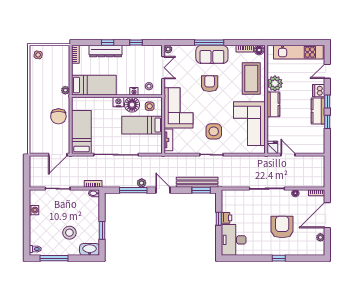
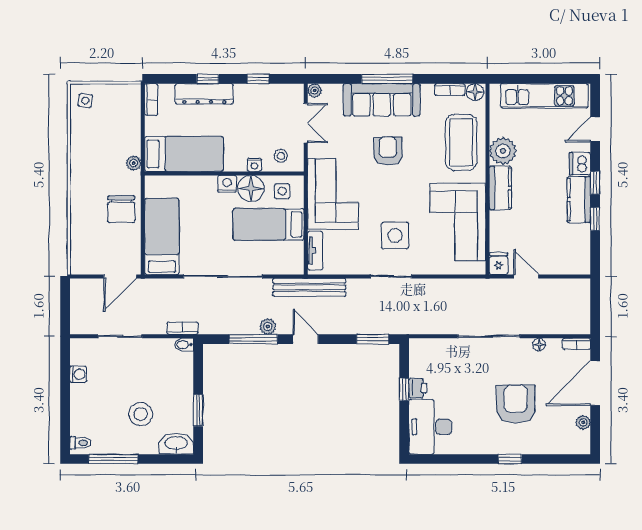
sofa: (212, 54) -> (382, 100), width x1.36
bench: (197, 182) -> (309, 287), moved

